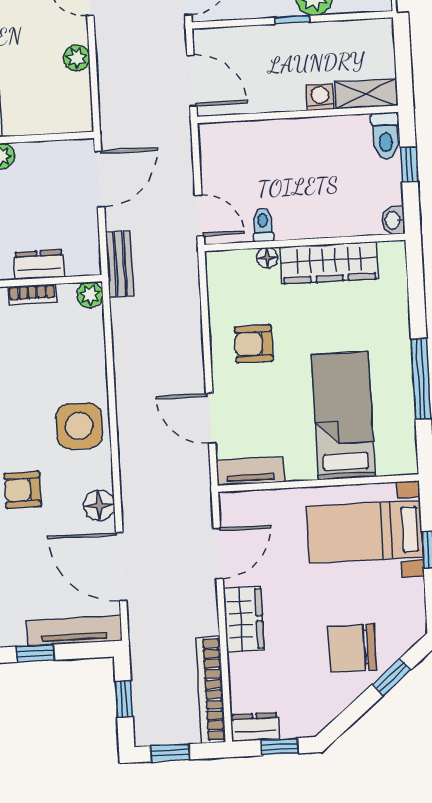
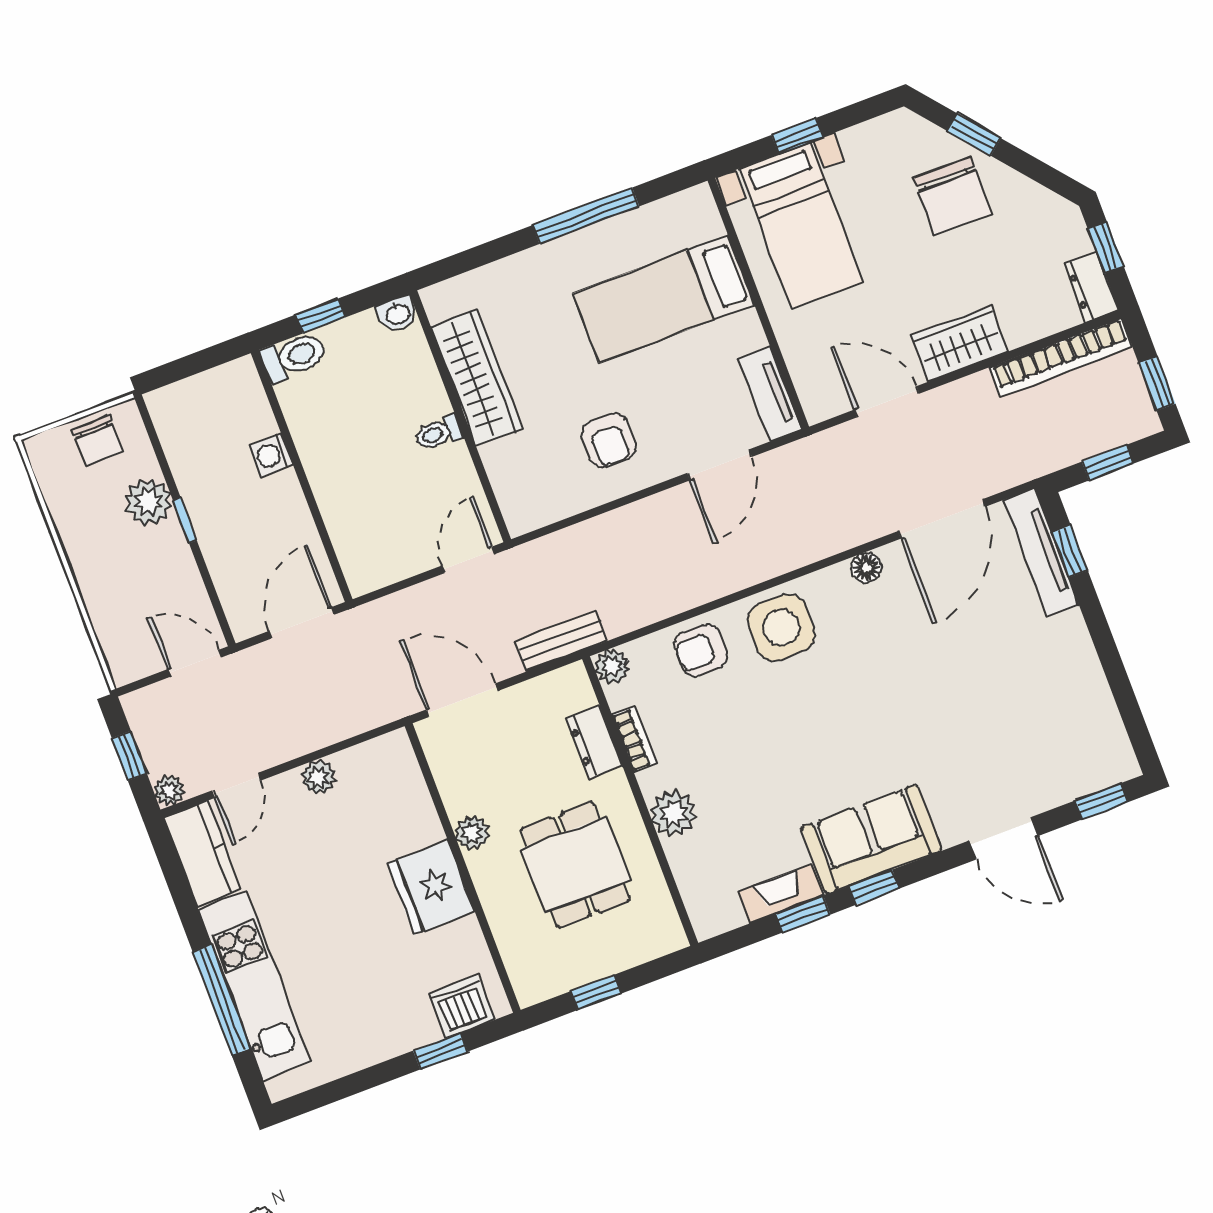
shelving: (366, 94) -> (249, 399), removed
toilet: (263, 225) -> (439, 433), moved
floor lamp: (267, 258) -> (495, 457), removed
armchair: (23, 490) -> (701, 650), moved, turned 90
floor lamp: (99, 505) -> (866, 568), width x0.73, depth x0.73
window: (35, 653) -> (1070, 551), moved

